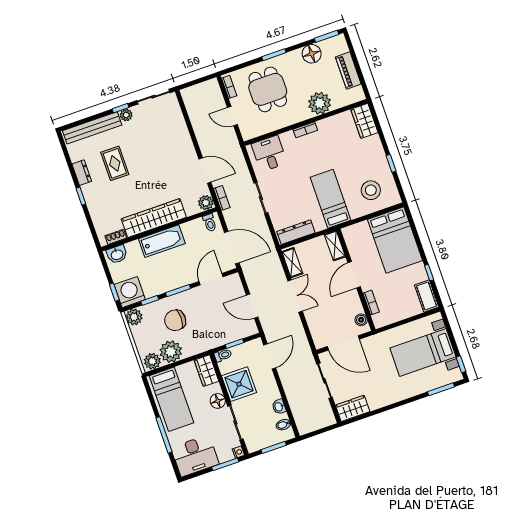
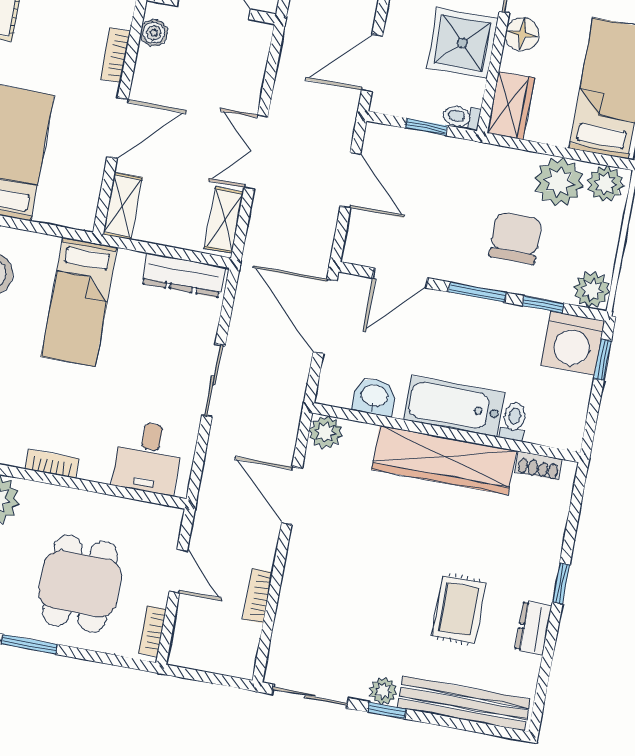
bookcase: (222, 198) -> (258, 596), moved
toilet: (210, 223) -> (514, 421), moved
washbasin: (117, 254) -> (374, 397), moved
chair: (175, 320) -> (516, 238), turned -90

